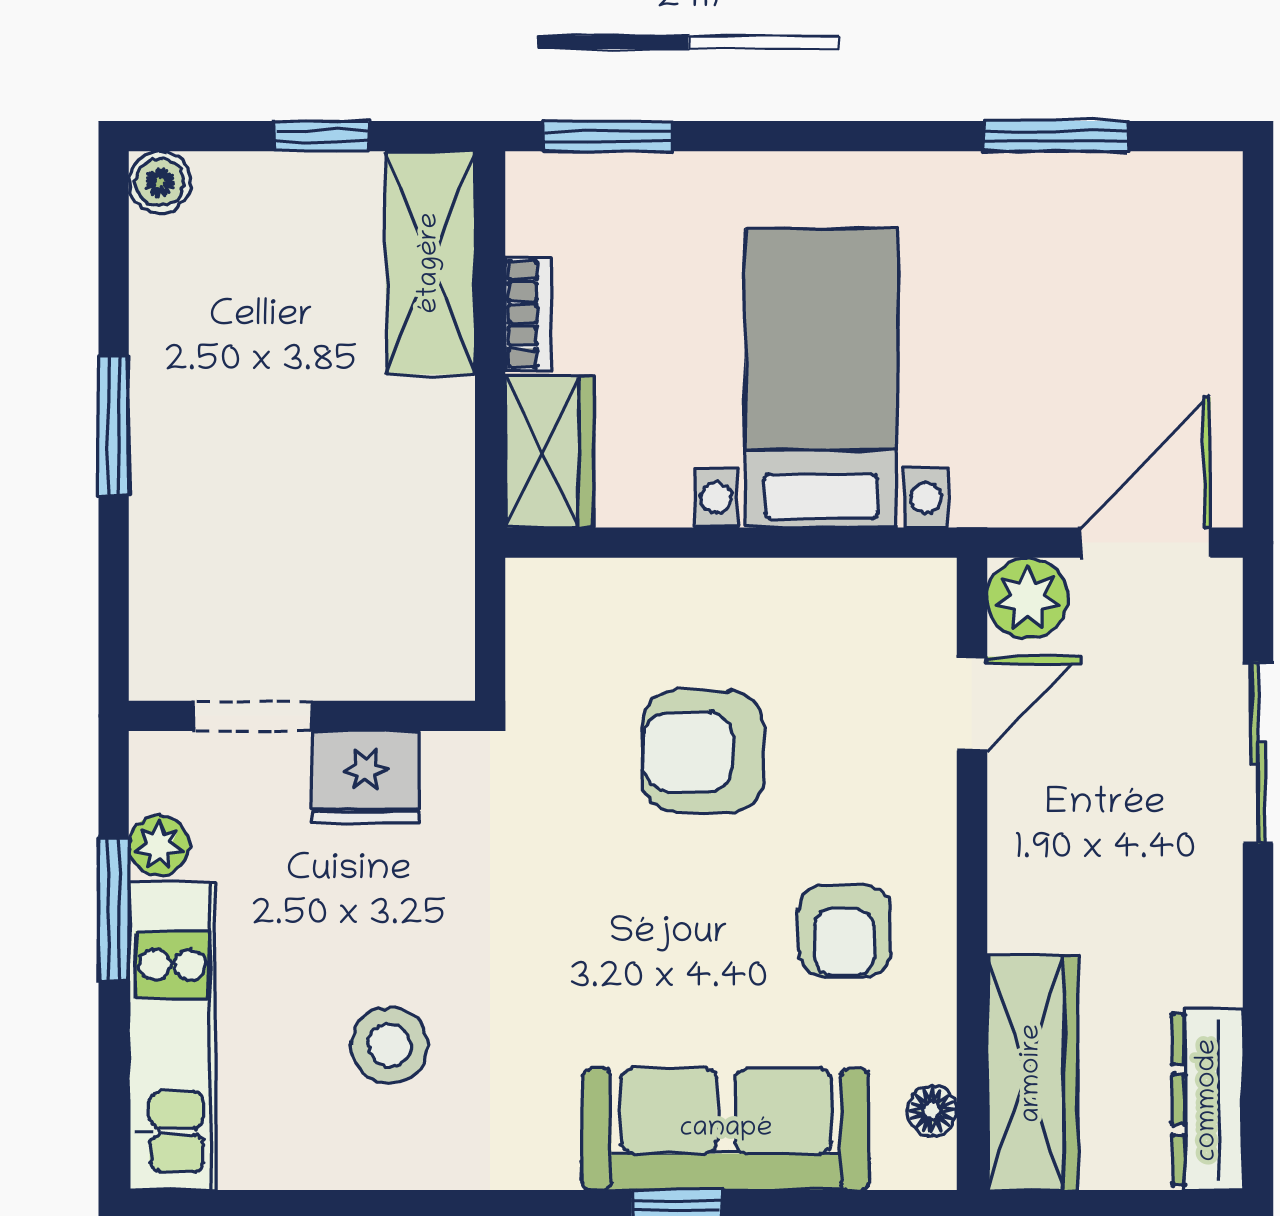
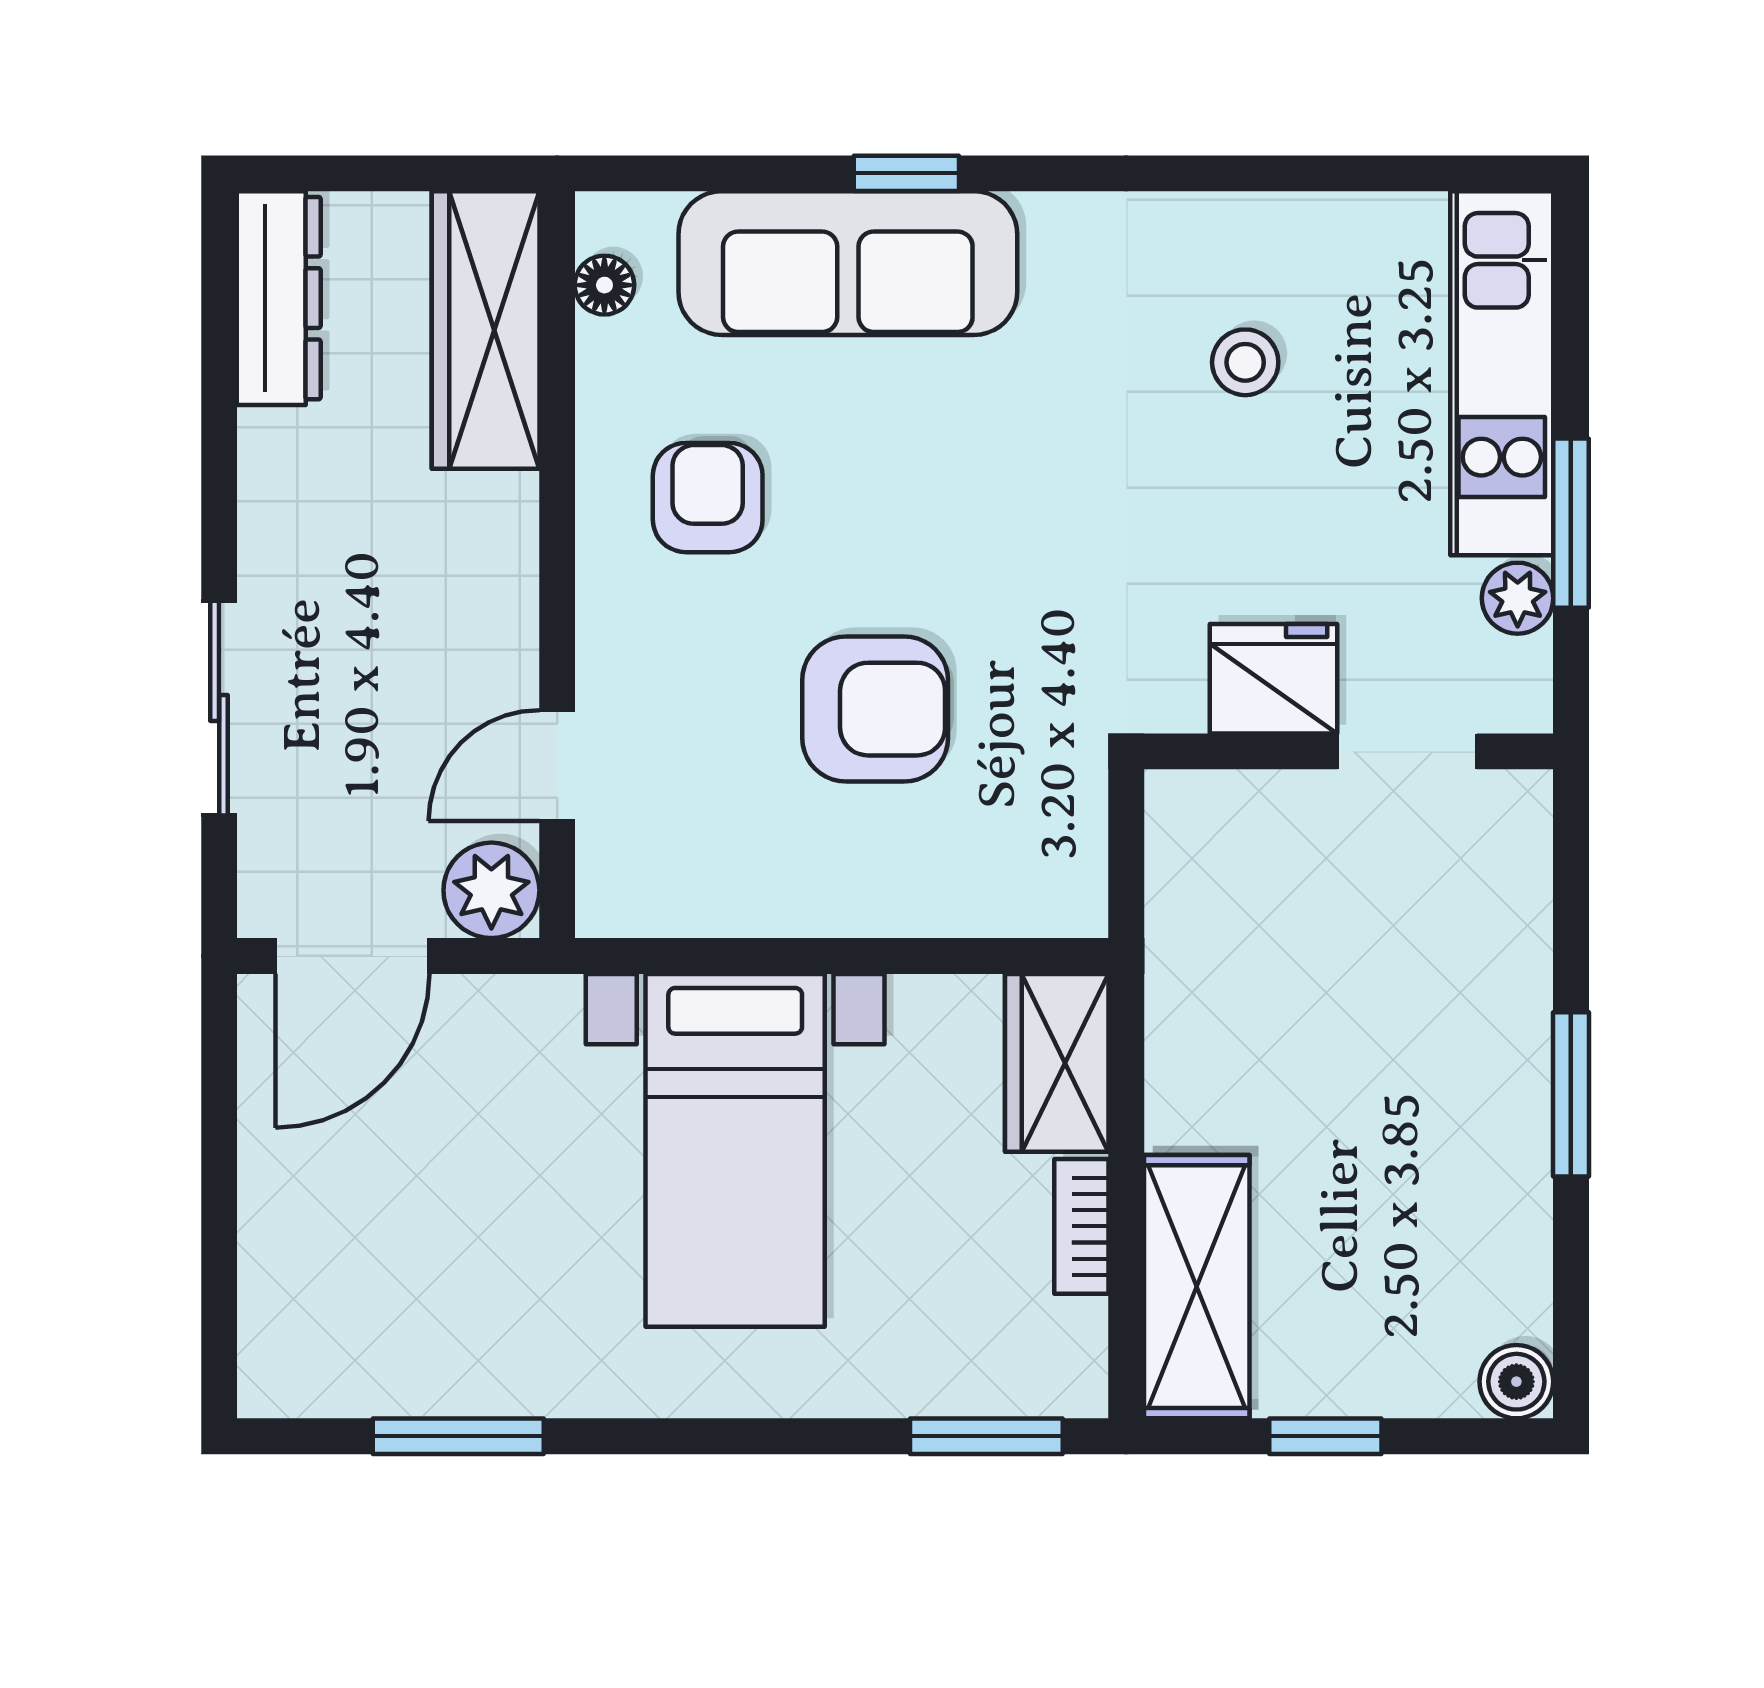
stool: (389, 1045) -> (1245, 362), width x0.73, depth x0.73

